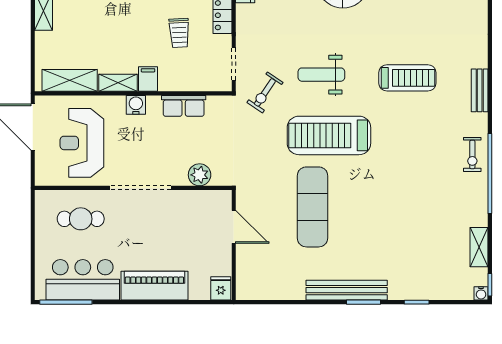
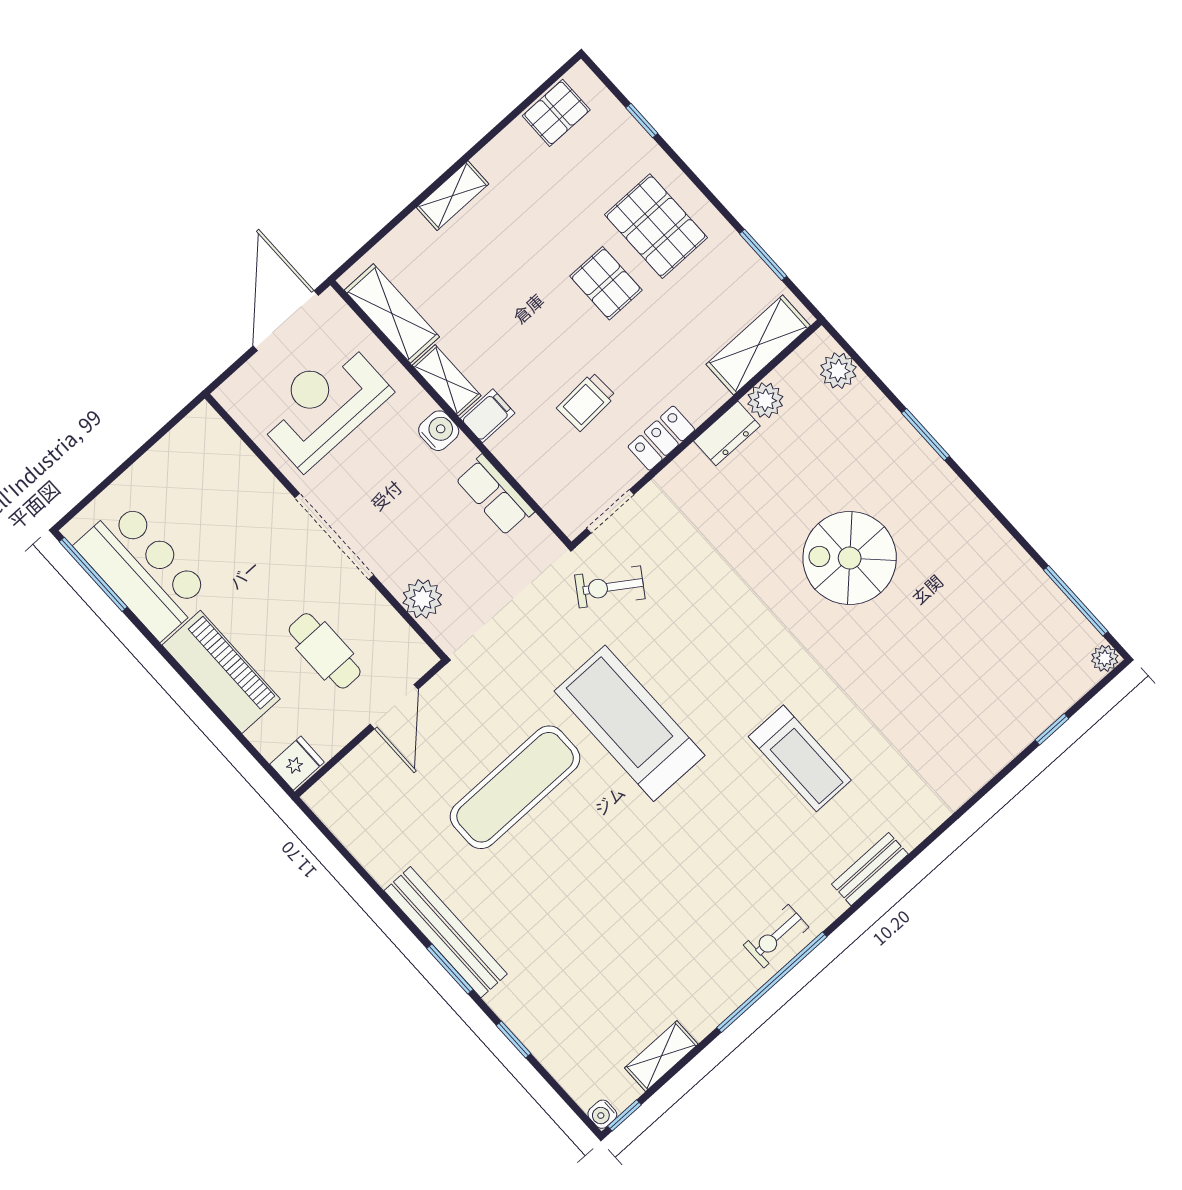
weight bench: (321, 75) -> (701, 640), removed
cafe table: (81, 219) -> (325, 651), moved

